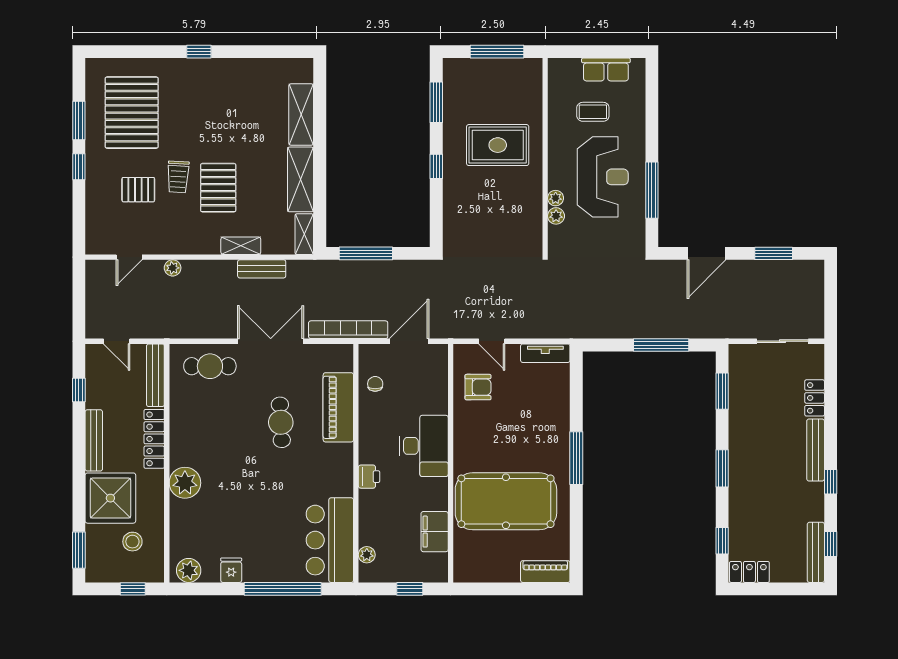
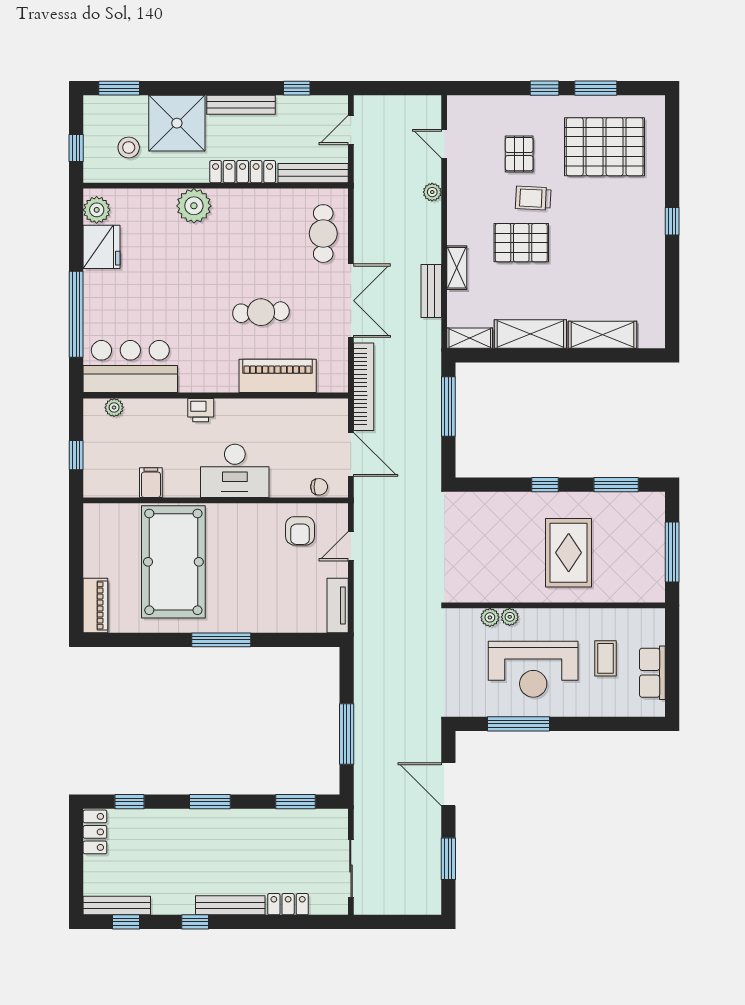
chair: (375, 384) -> (319, 487), moved
filing cabinet: (435, 532) -> (151, 483), width x0.50
fridge: (231, 570) -> (102, 247), width x1.88, depth x1.34

